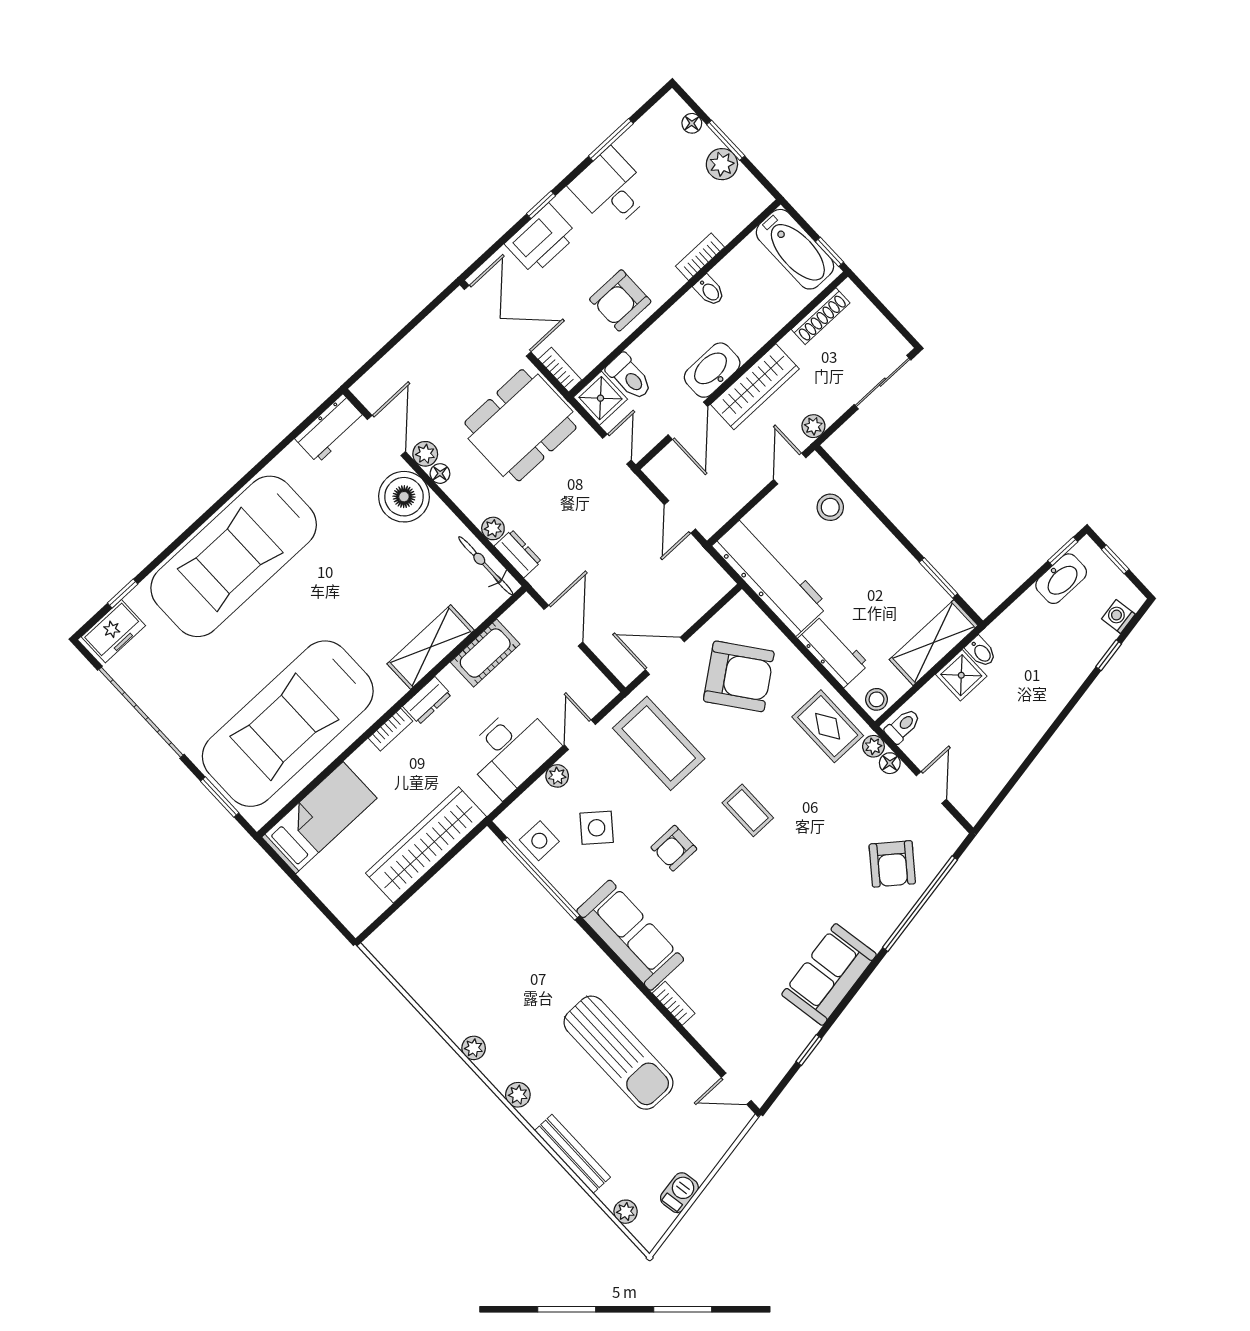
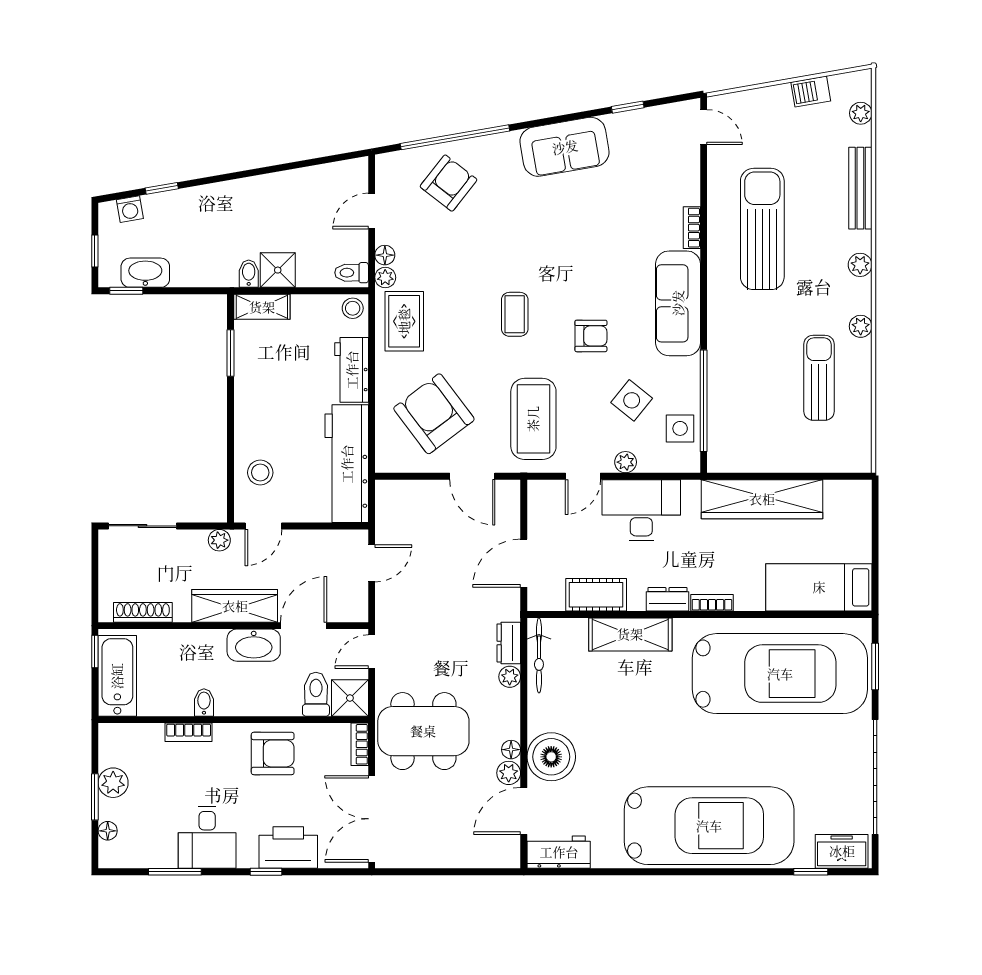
shelving: (933, 643) -> (262, 307), width x0.67, depth x0.75
sun lounger: (469, 979) -> (819, 378), added

